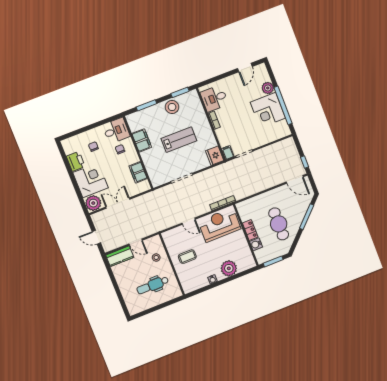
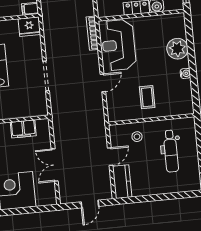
plant: (93, 203) -> (46, 196), removed

